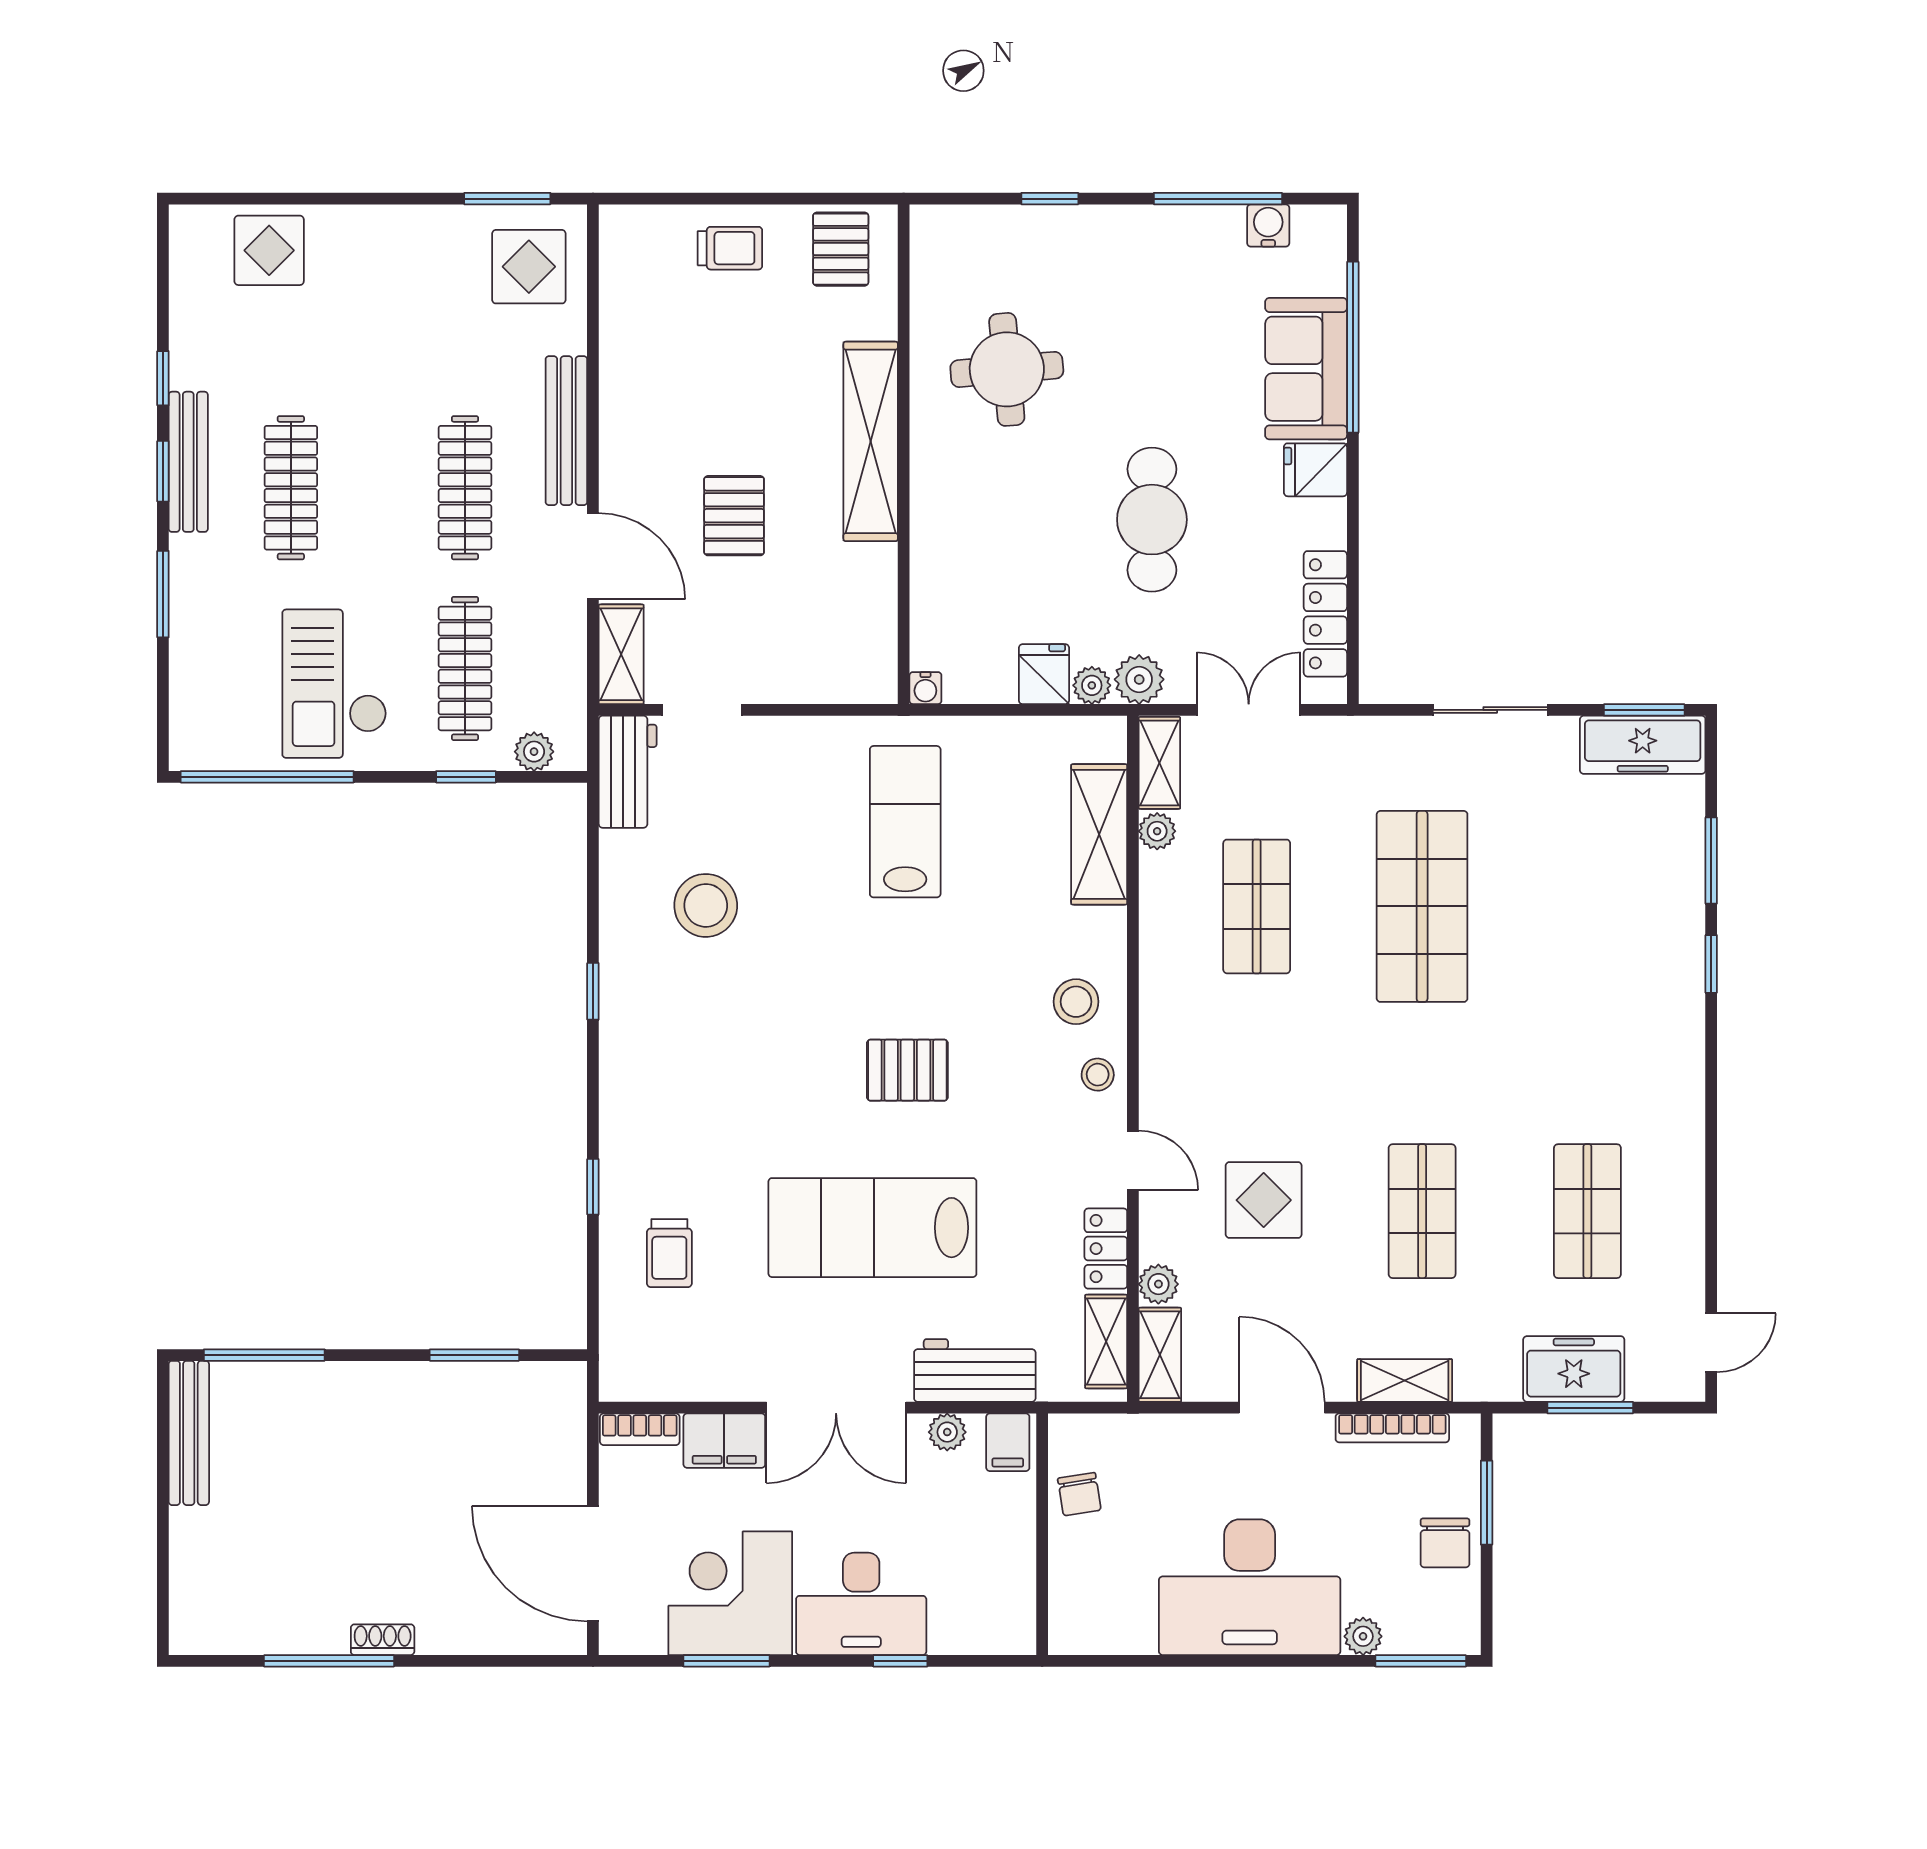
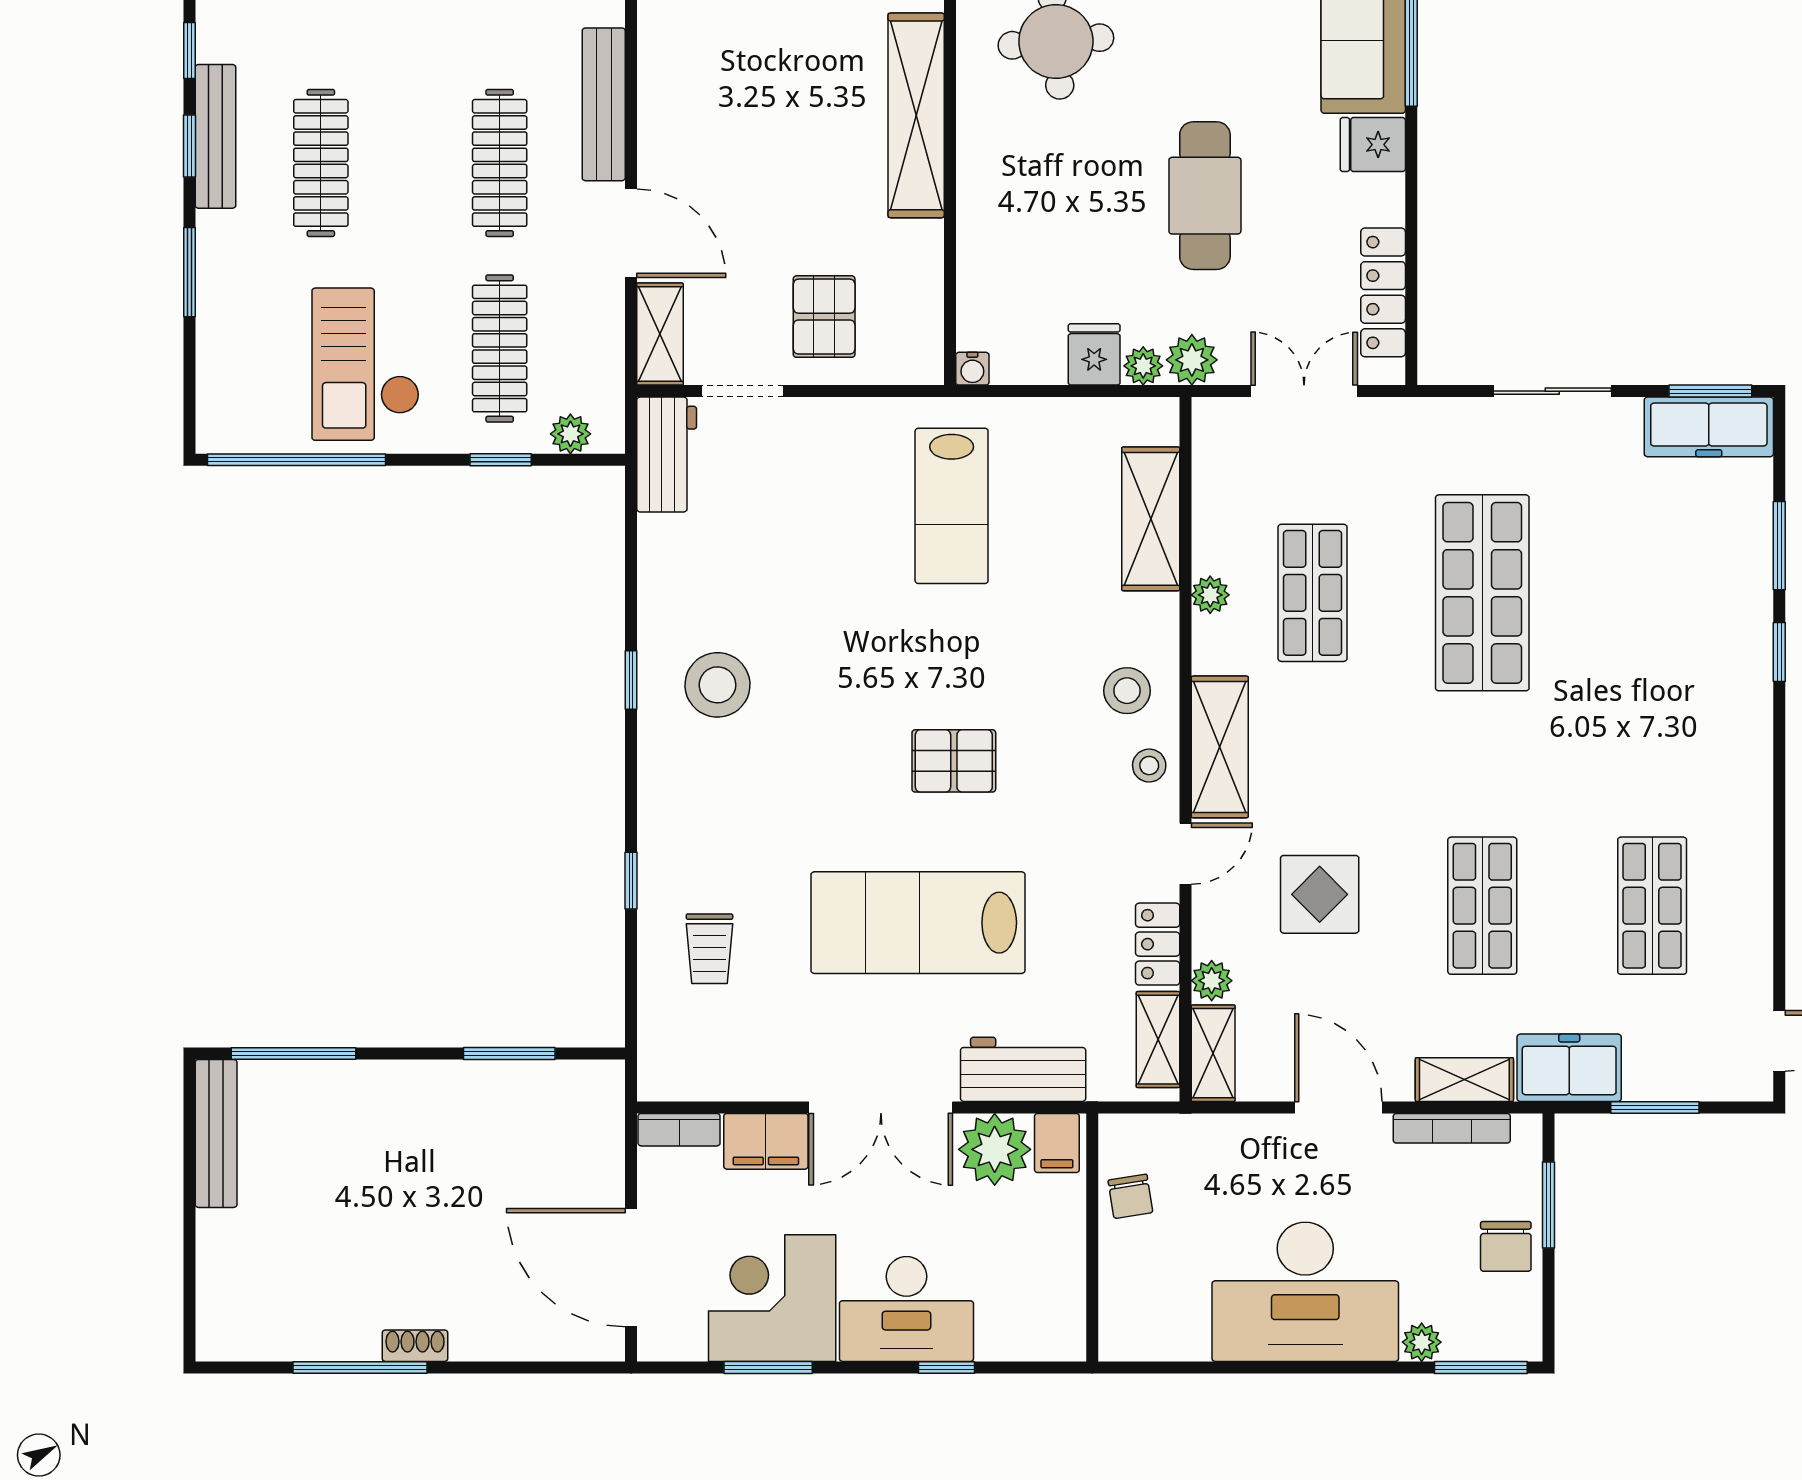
pallet: (734, 516) -> (824, 317), moved
shelving: (1159, 763) -> (1220, 747), moved, width x1.50, depth x1.33
lab bench: (905, 822) -> (952, 506), turned 180
plant: (1157, 831) -> (1210, 595), moved
stool: (706, 905) -> (717, 685), moved
door: (1133, 1160) -> (1185, 854), hinge flipped
freezer: (1574, 1369) -> (1569, 1068), moved
plant: (947, 1432) -> (995, 1149), width x1.87, depth x1.87

